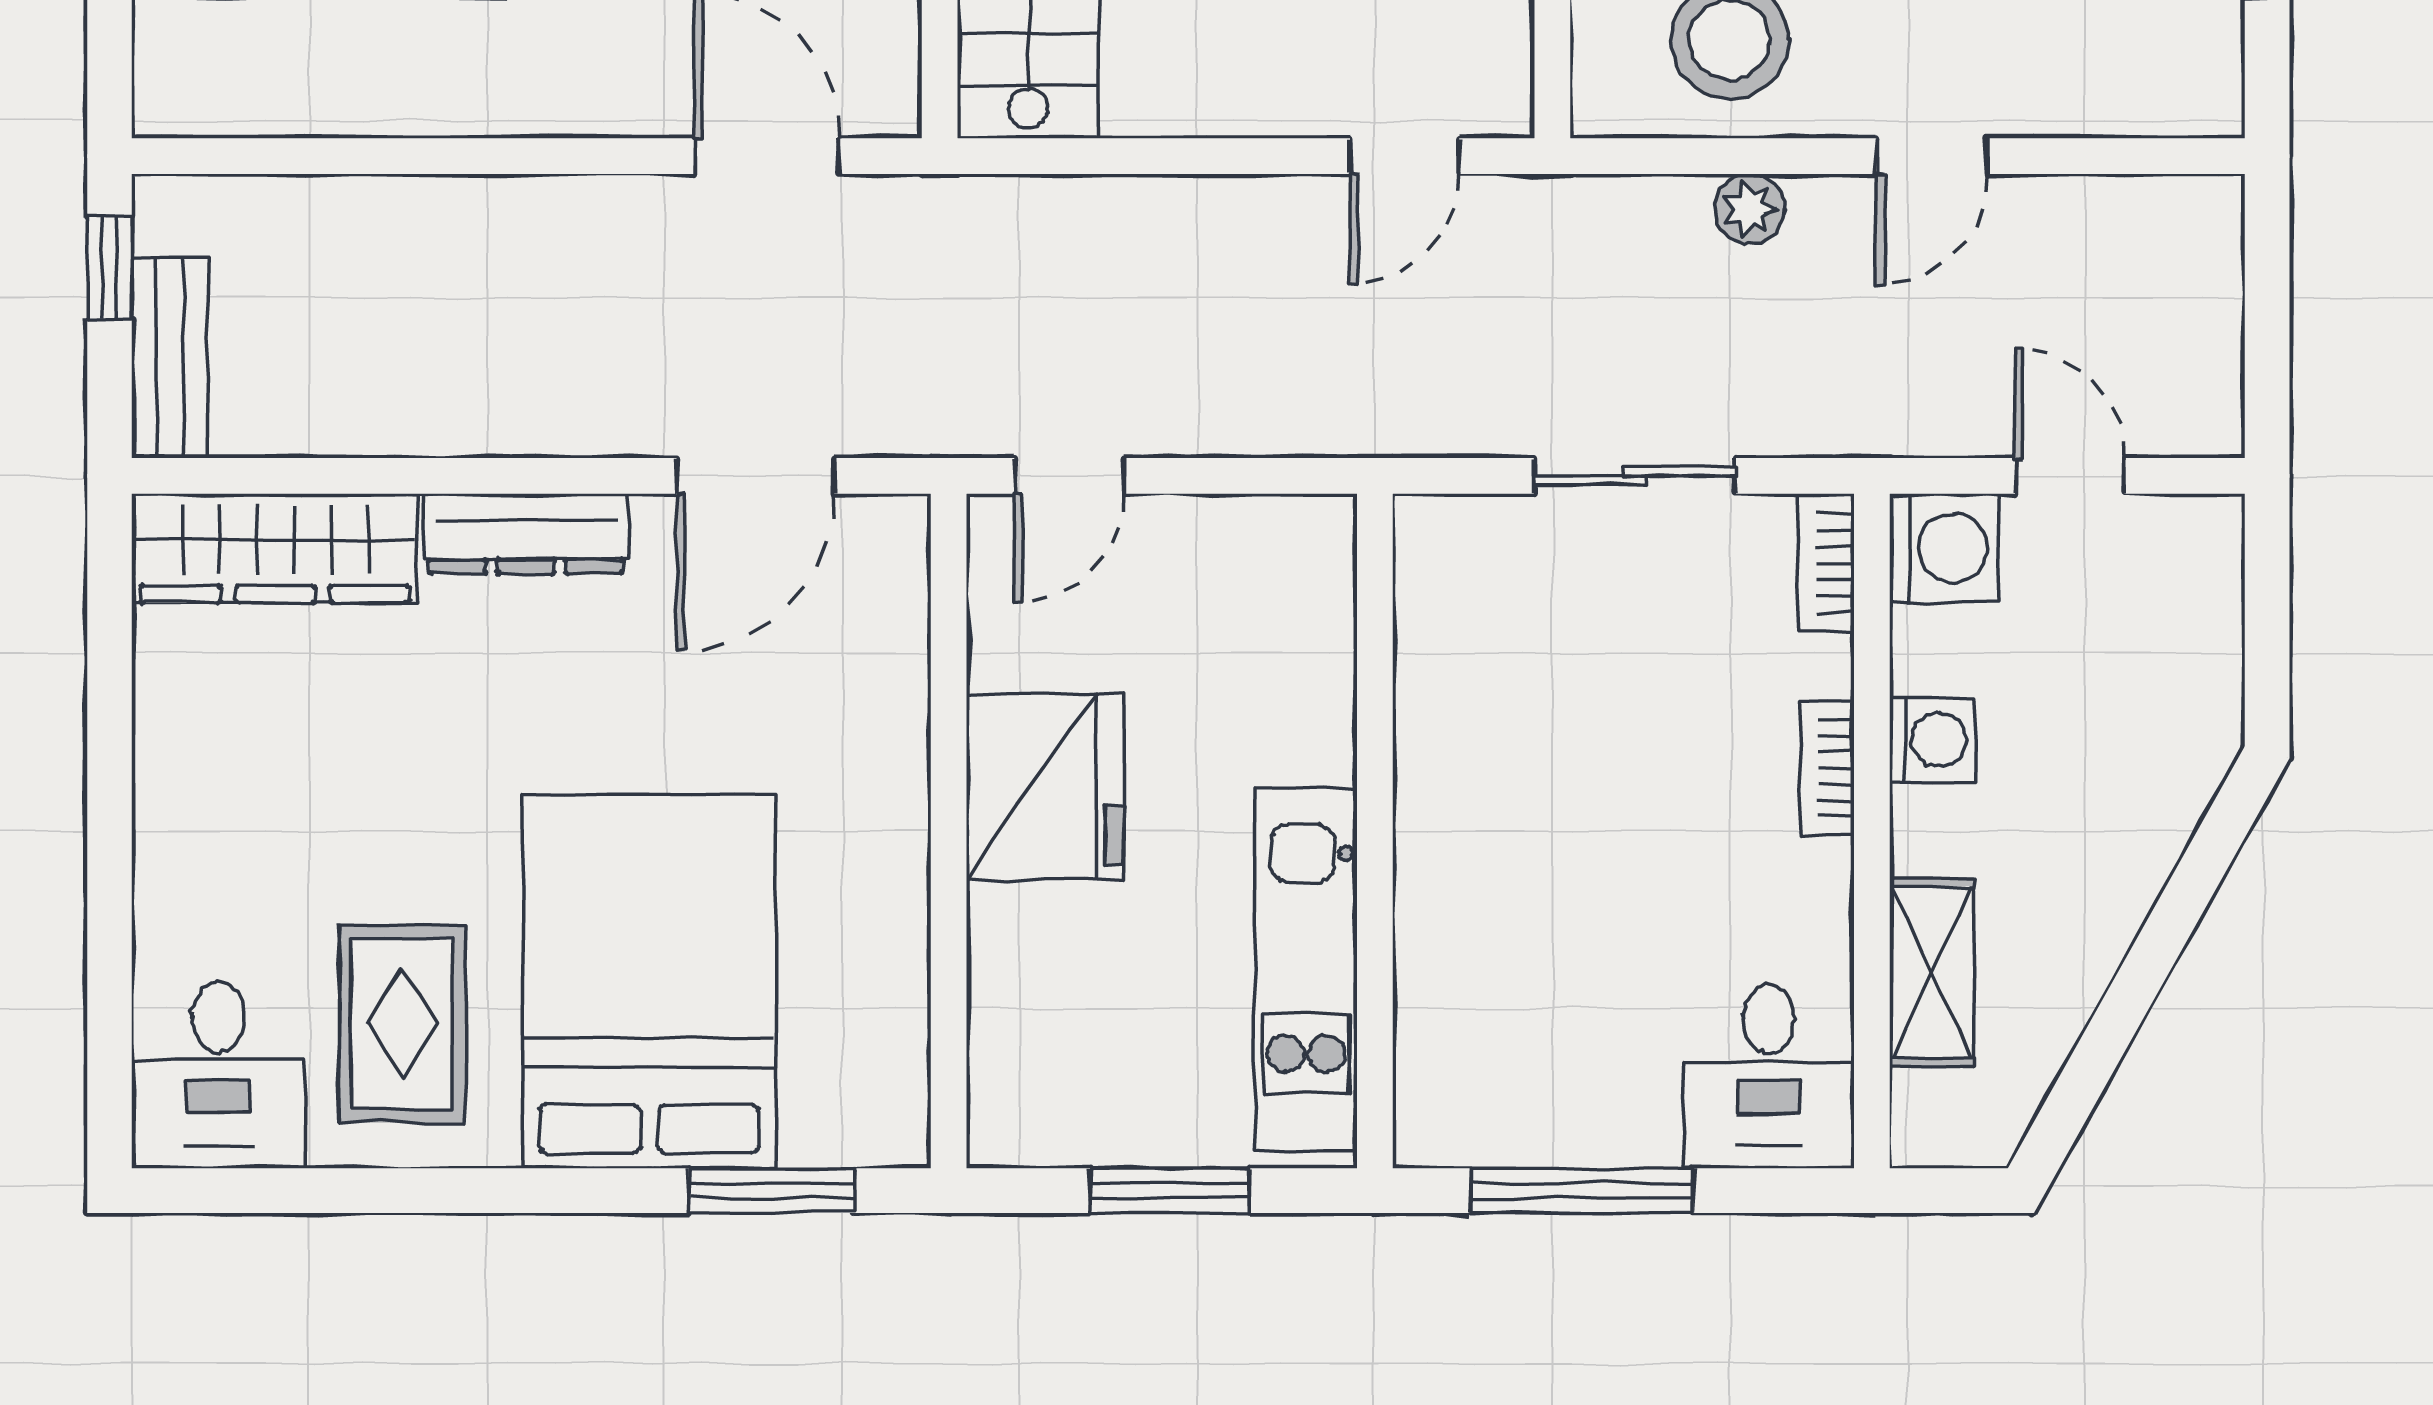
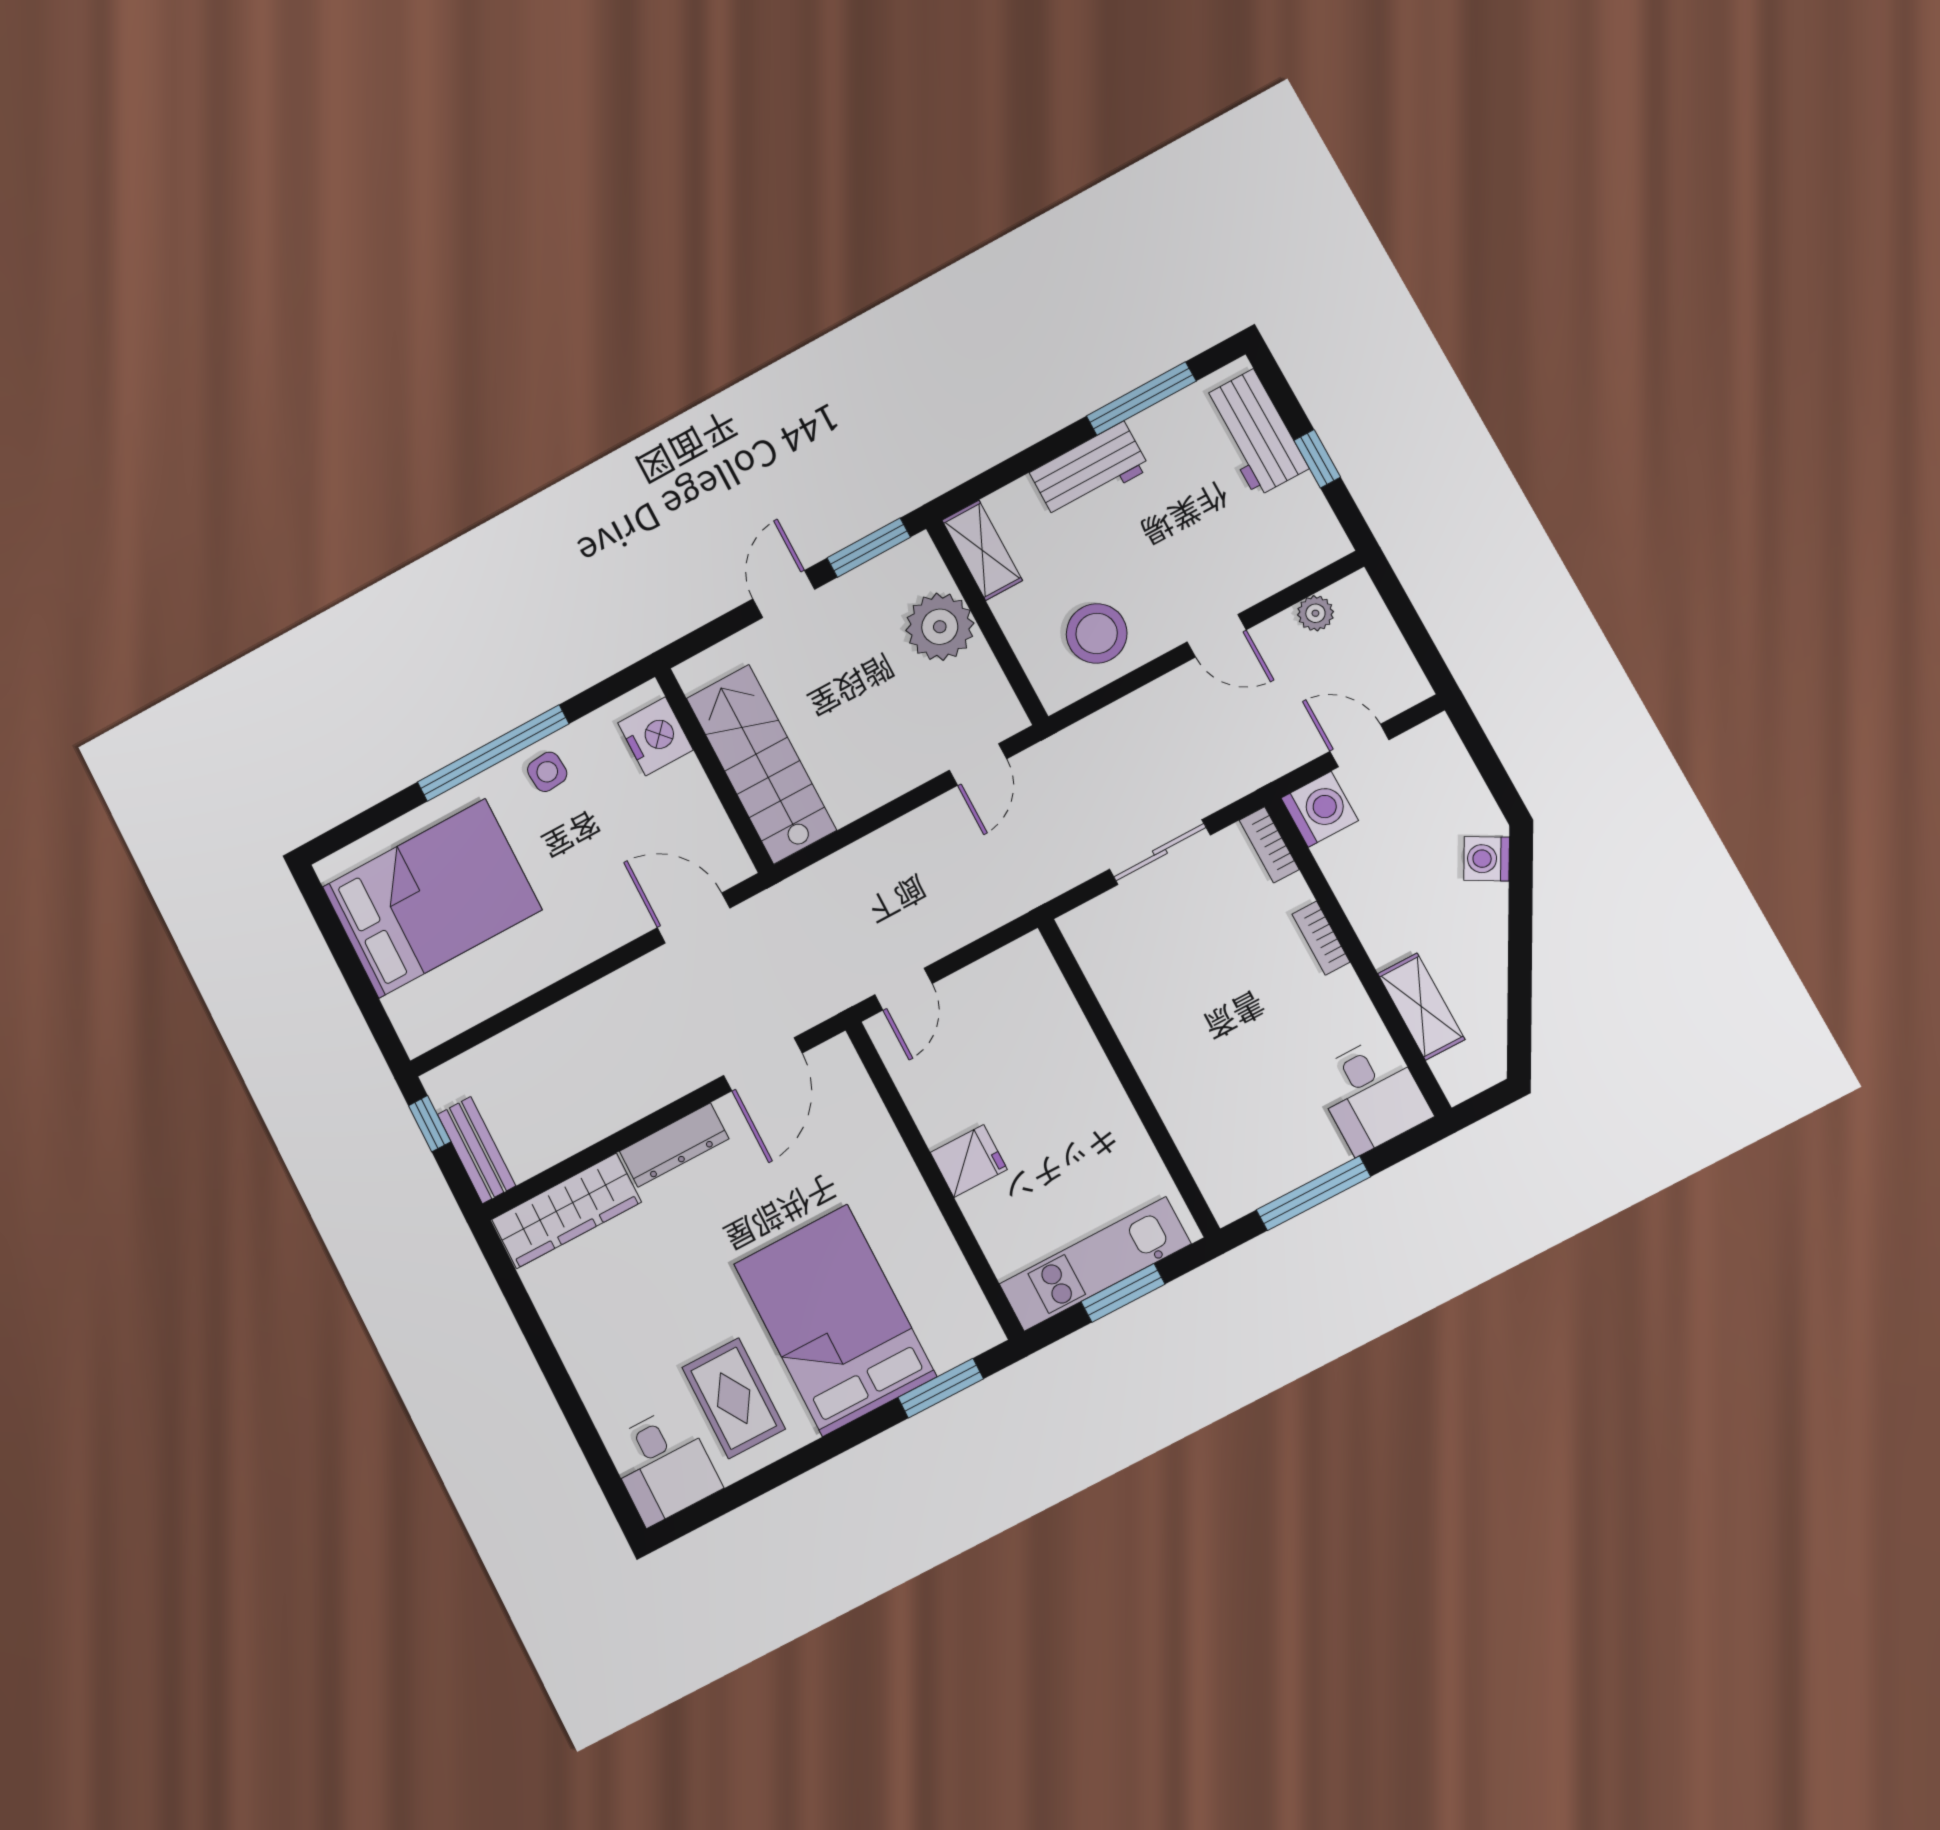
door: (1932, 156) -> (1217, 636), hinge flipped
plant: (1750, 209) -> (1315, 613), moved
washing machine: (1932, 740) -> (1487, 859), moved, turned -151
fridge: (1045, 786) -> (969, 1161), width x0.53, depth x0.75
kitchen unit: (1306, 970) -> (1095, 1264), moved, turned 90

